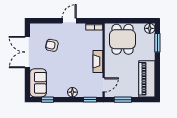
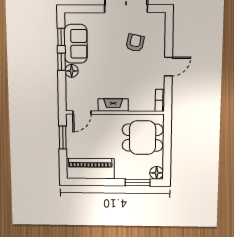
door: (69, 21) -> (168, 67), hinge flipped
sofa: (38, 83) -> (76, 44), moved, turned -90
door: (104, 85) -> (82, 112), hinge flipped
window: (90, 100) -> (61, 62), moved

